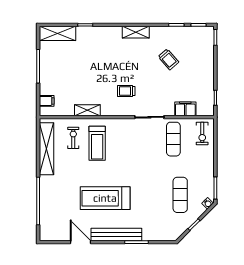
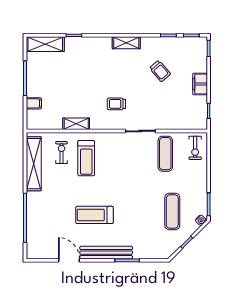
filing cabinet: (47, 101) -> (34, 103), moved
filing cabinet: (185, 109) -> (200, 84), moved, turned -90
treadmill: (105, 198) -> (94, 215), width x0.73, depth x0.73

